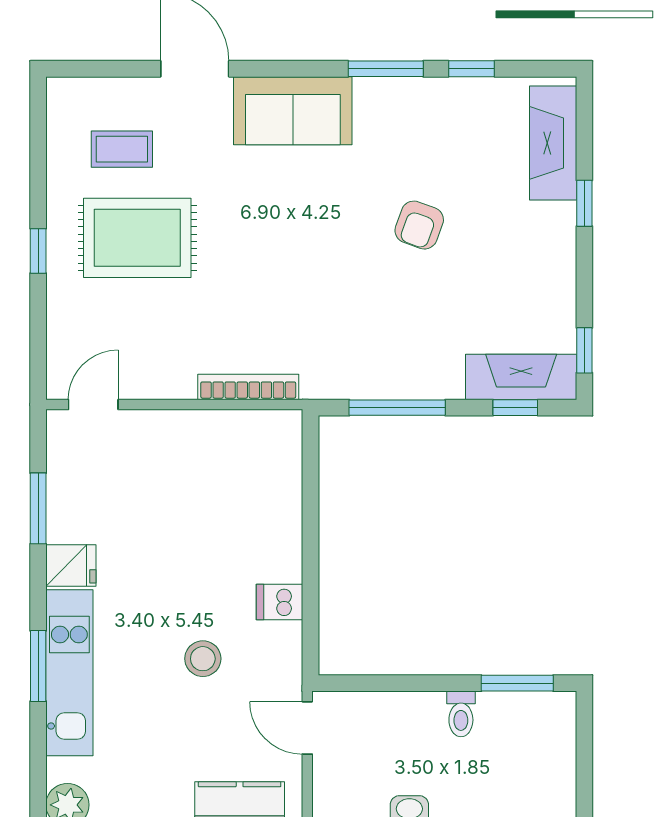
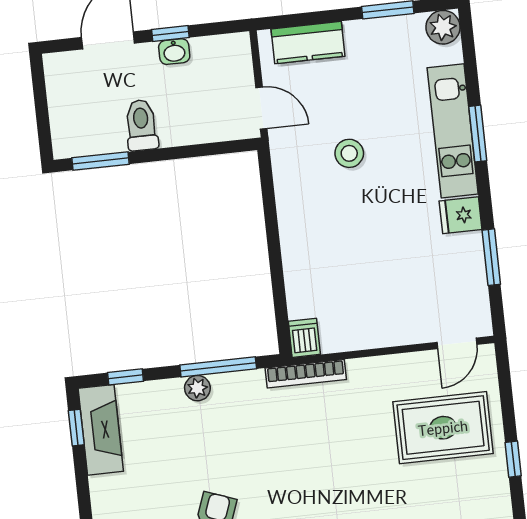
rug: (137, 238) -> (443, 428), moved
fireplace: (521, 377) -> (101, 430), moved, turned -90
plant: (426, 384) -> (197, 388), added
bookcase: (248, 387) -> (306, 374), moved
dishwasher: (279, 602) -> (304, 338), moved, turned -90
toilet: (461, 714) -> (141, 125), width x1.37, depth x1.39

